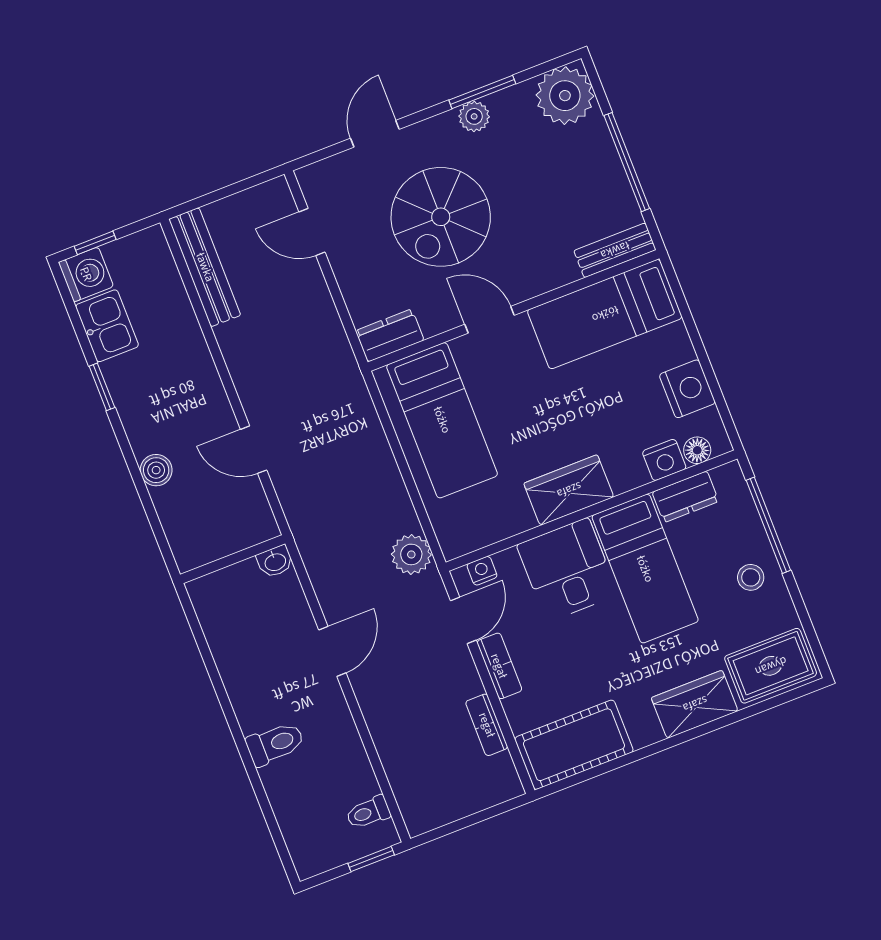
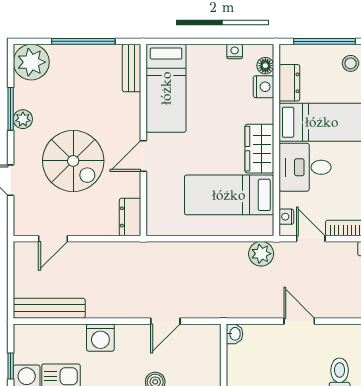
washing machine: (191, 362) -> (100, 338), added
nightstand: (687, 389) -> (235, 52), width x0.53, depth x0.56
bed: (442, 420) -> (229, 195), moved, turned 180

